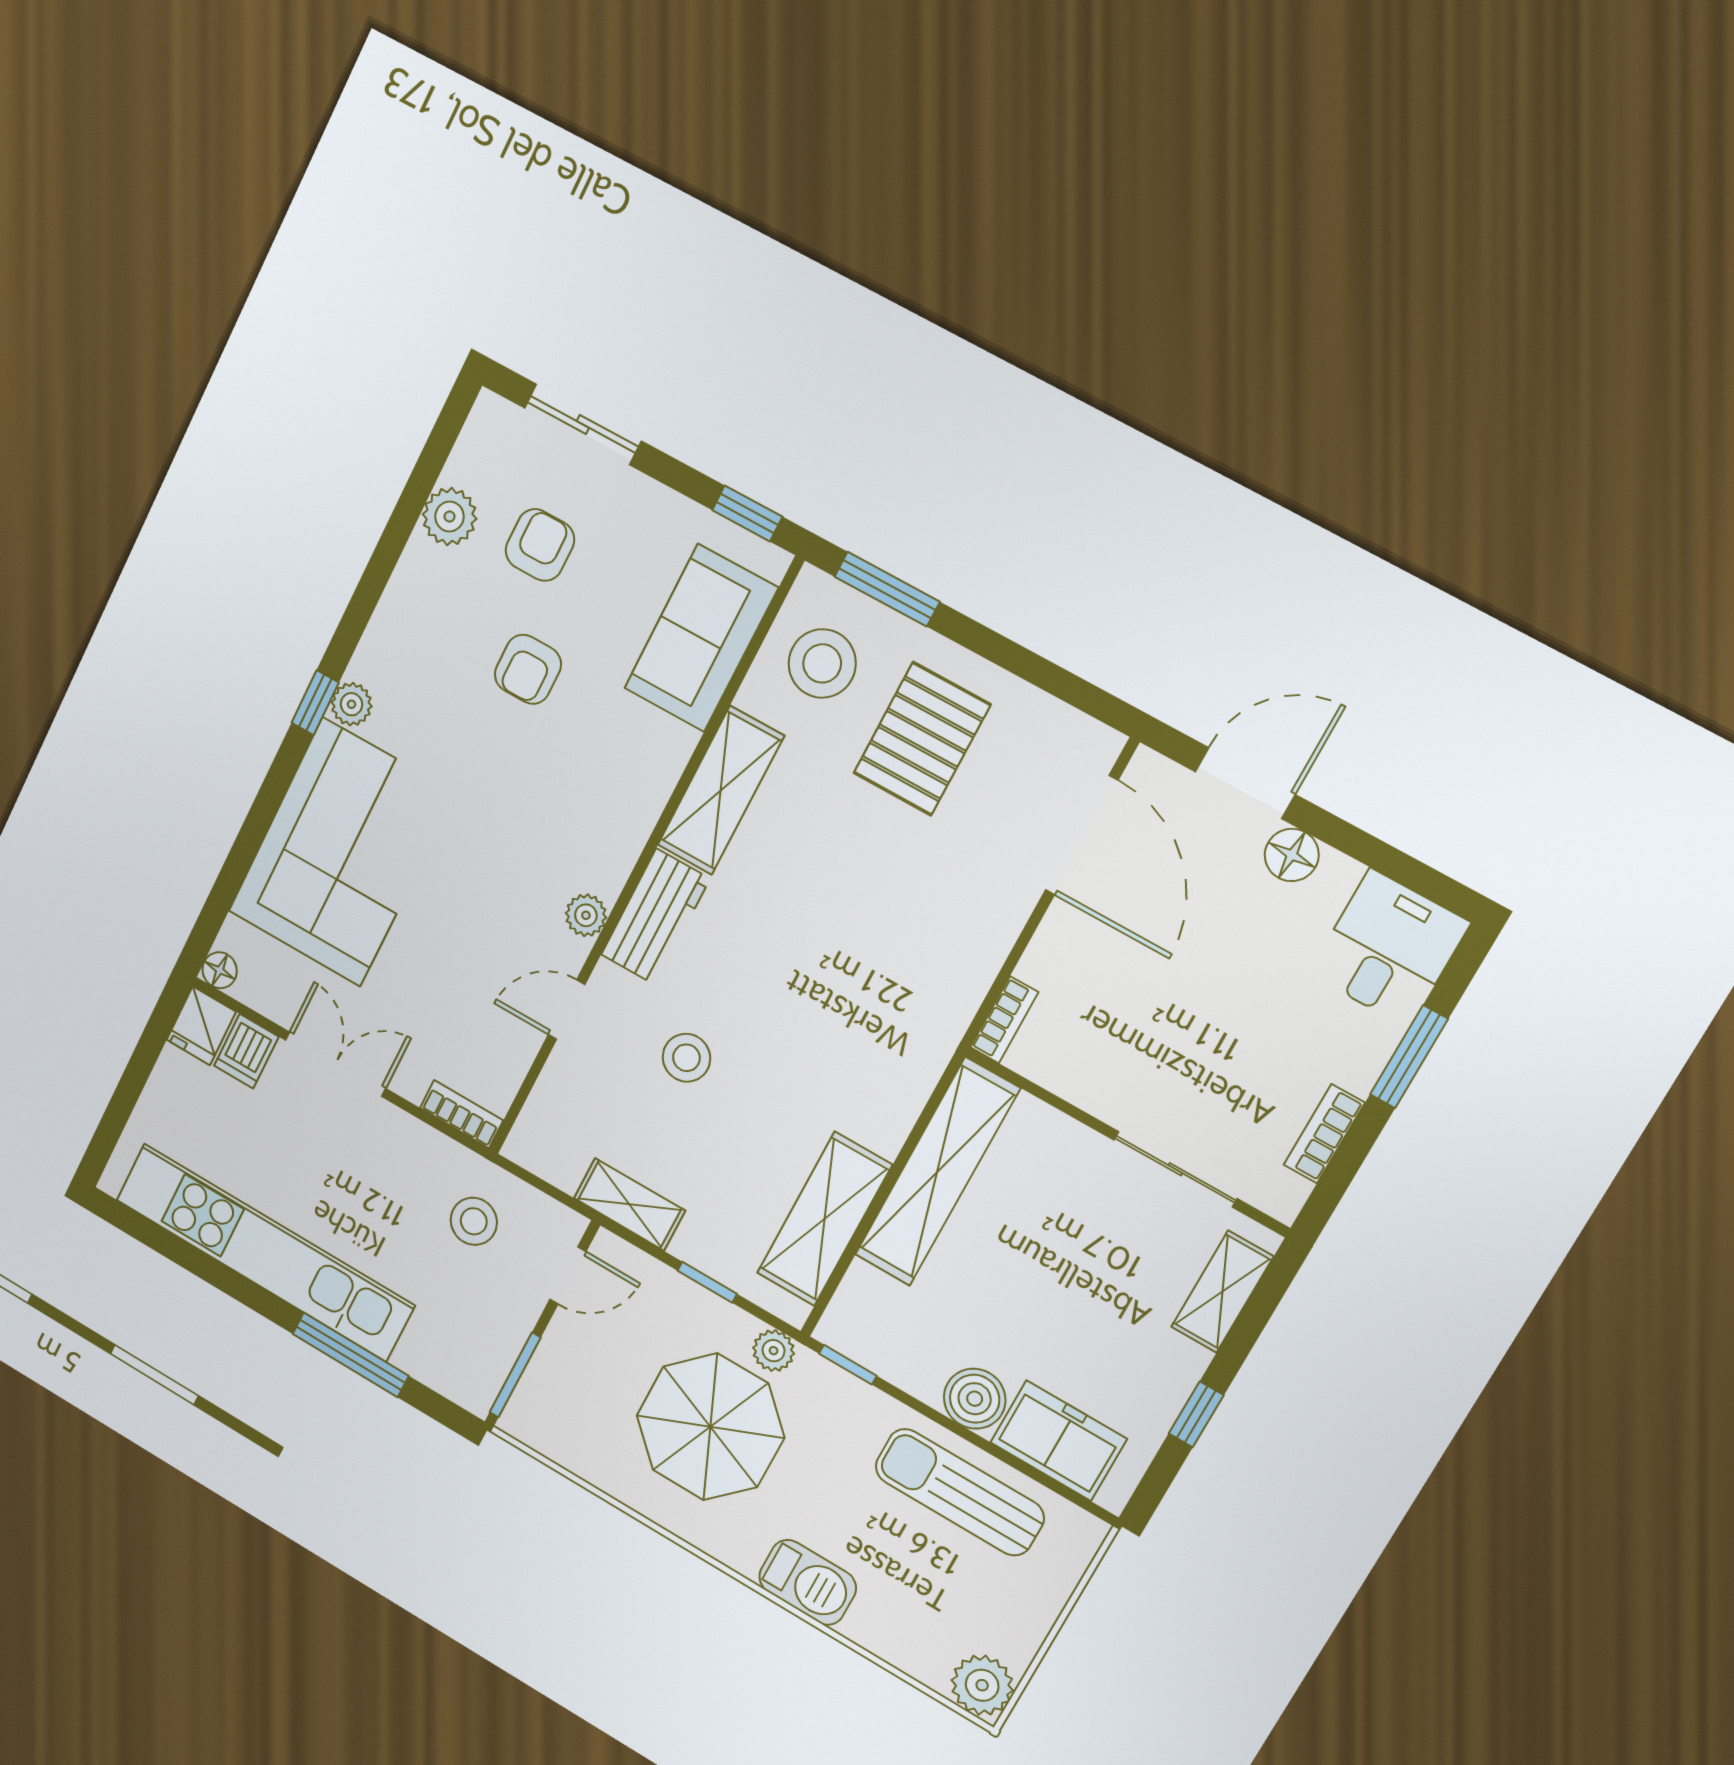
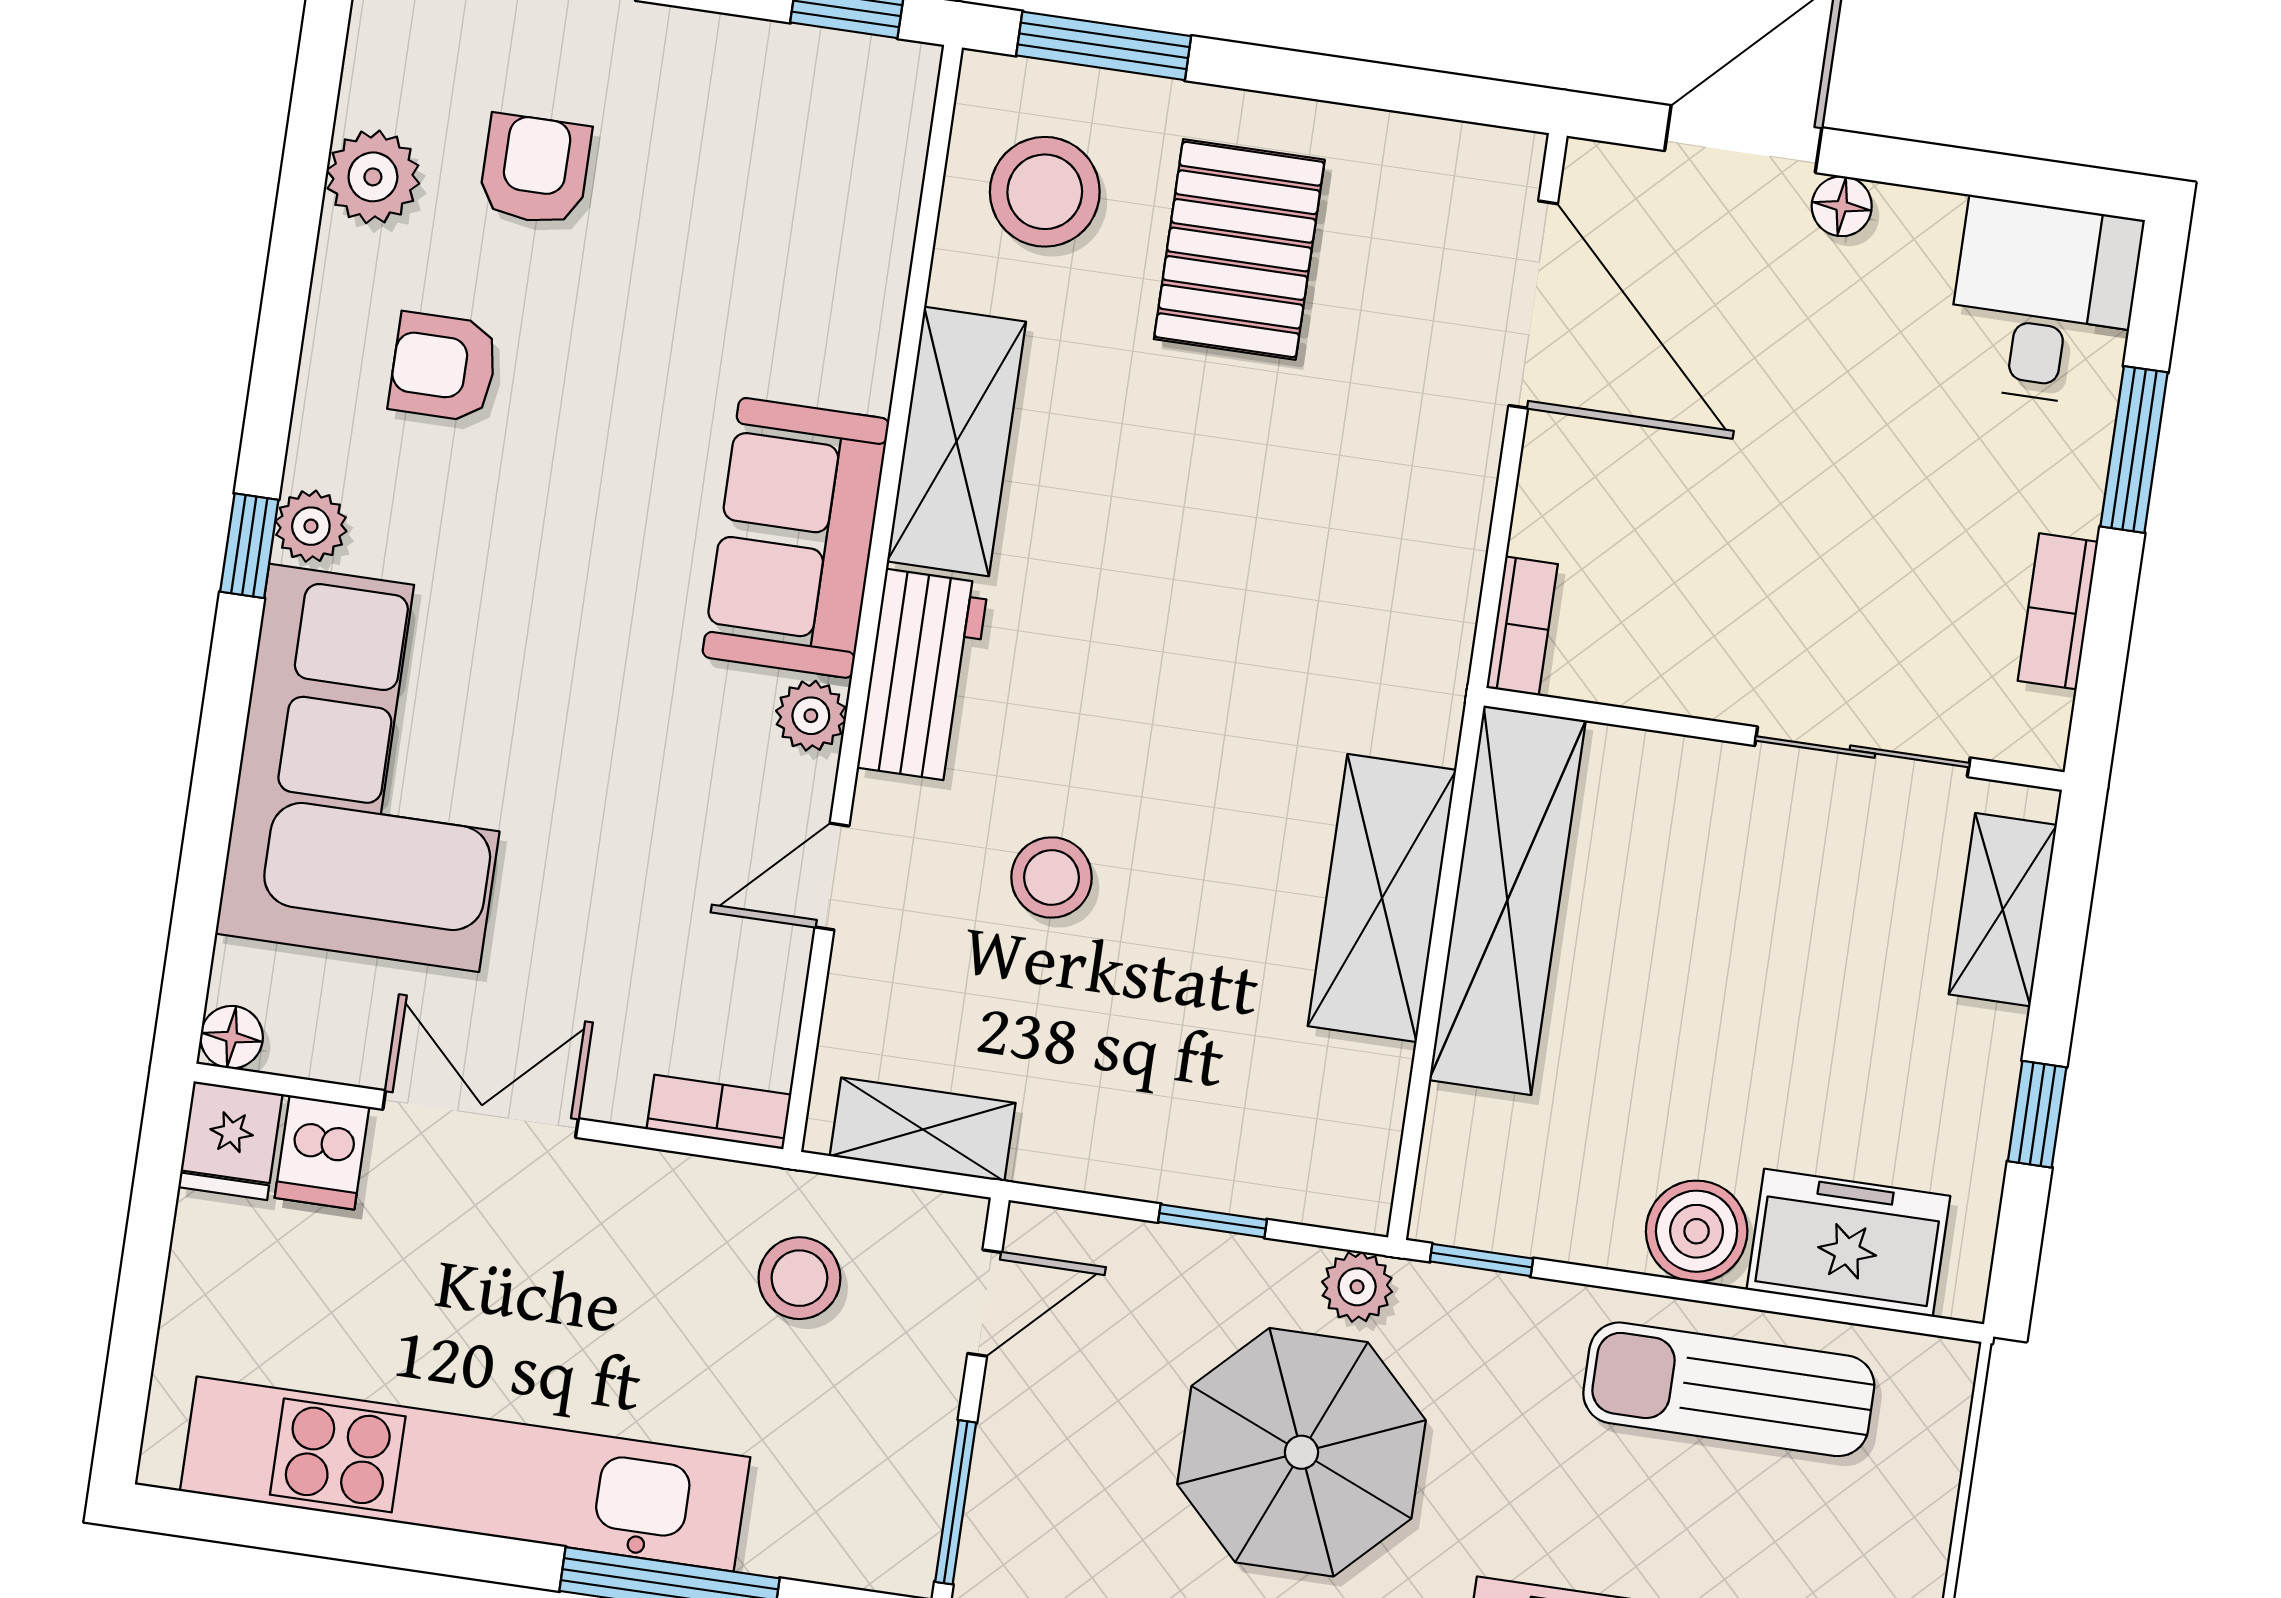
sofa: (701, 638) -> (796, 538), moved
armchair: (528, 669) -> (444, 367), moved, turned 90
floor lamp: (1292, 855) -> (1842, 206), width x0.73, depth x0.73
shelving: (629, 1204) -> (923, 1129), moved
shelving: (824, 1219) -> (1382, 898), moved

